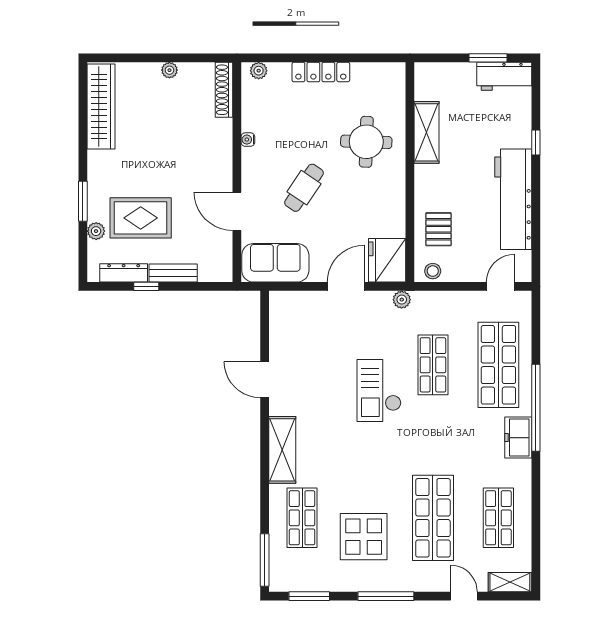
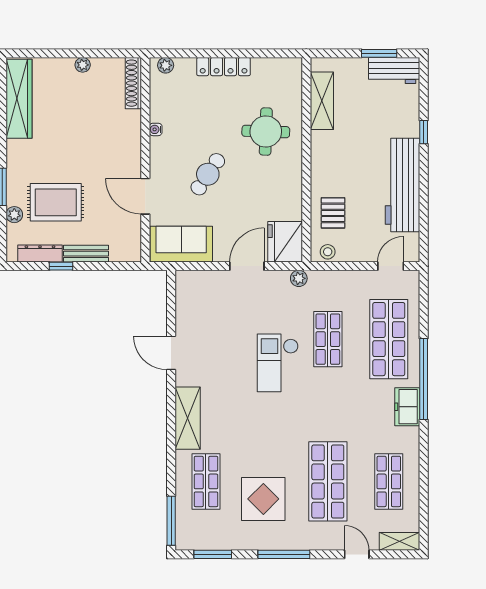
shelving: (427, 132) -> (322, 101), moved

